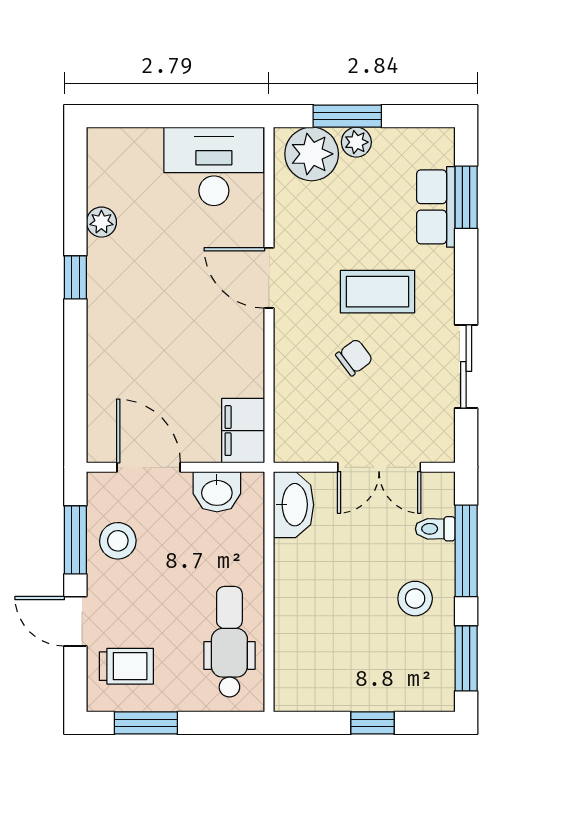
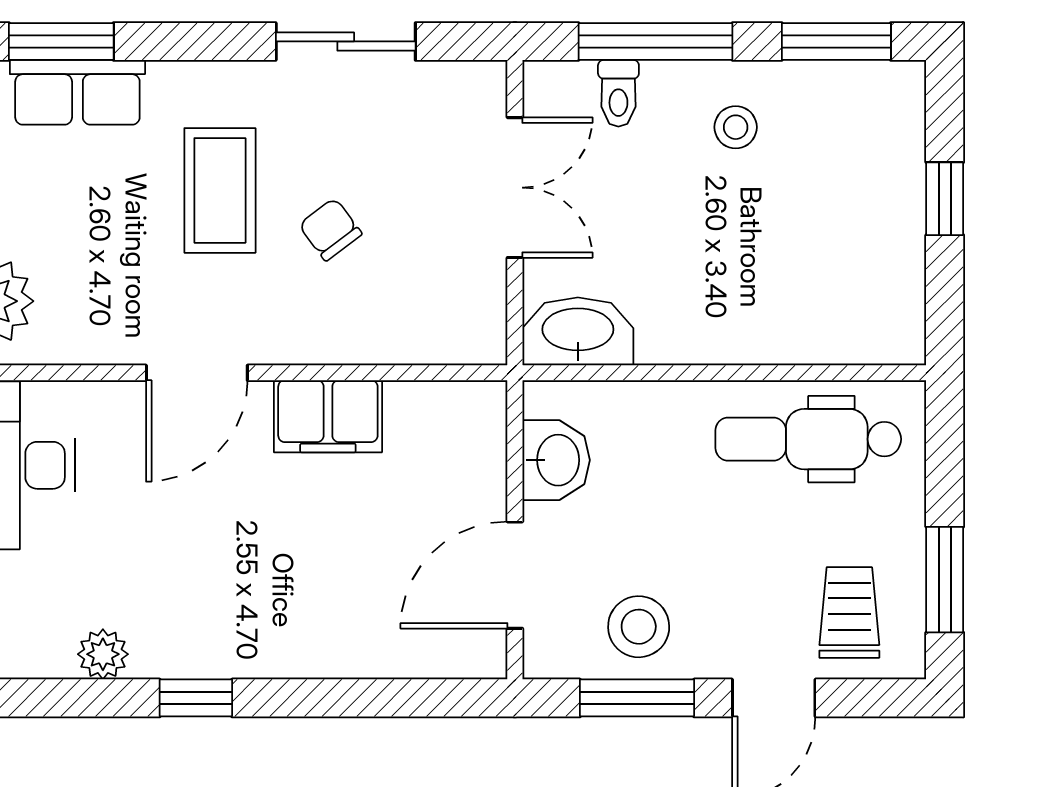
filing cabinet: (243, 431) -> (328, 416), moved
stool: (415, 599) -> (736, 127), width x0.73, depth x0.73

